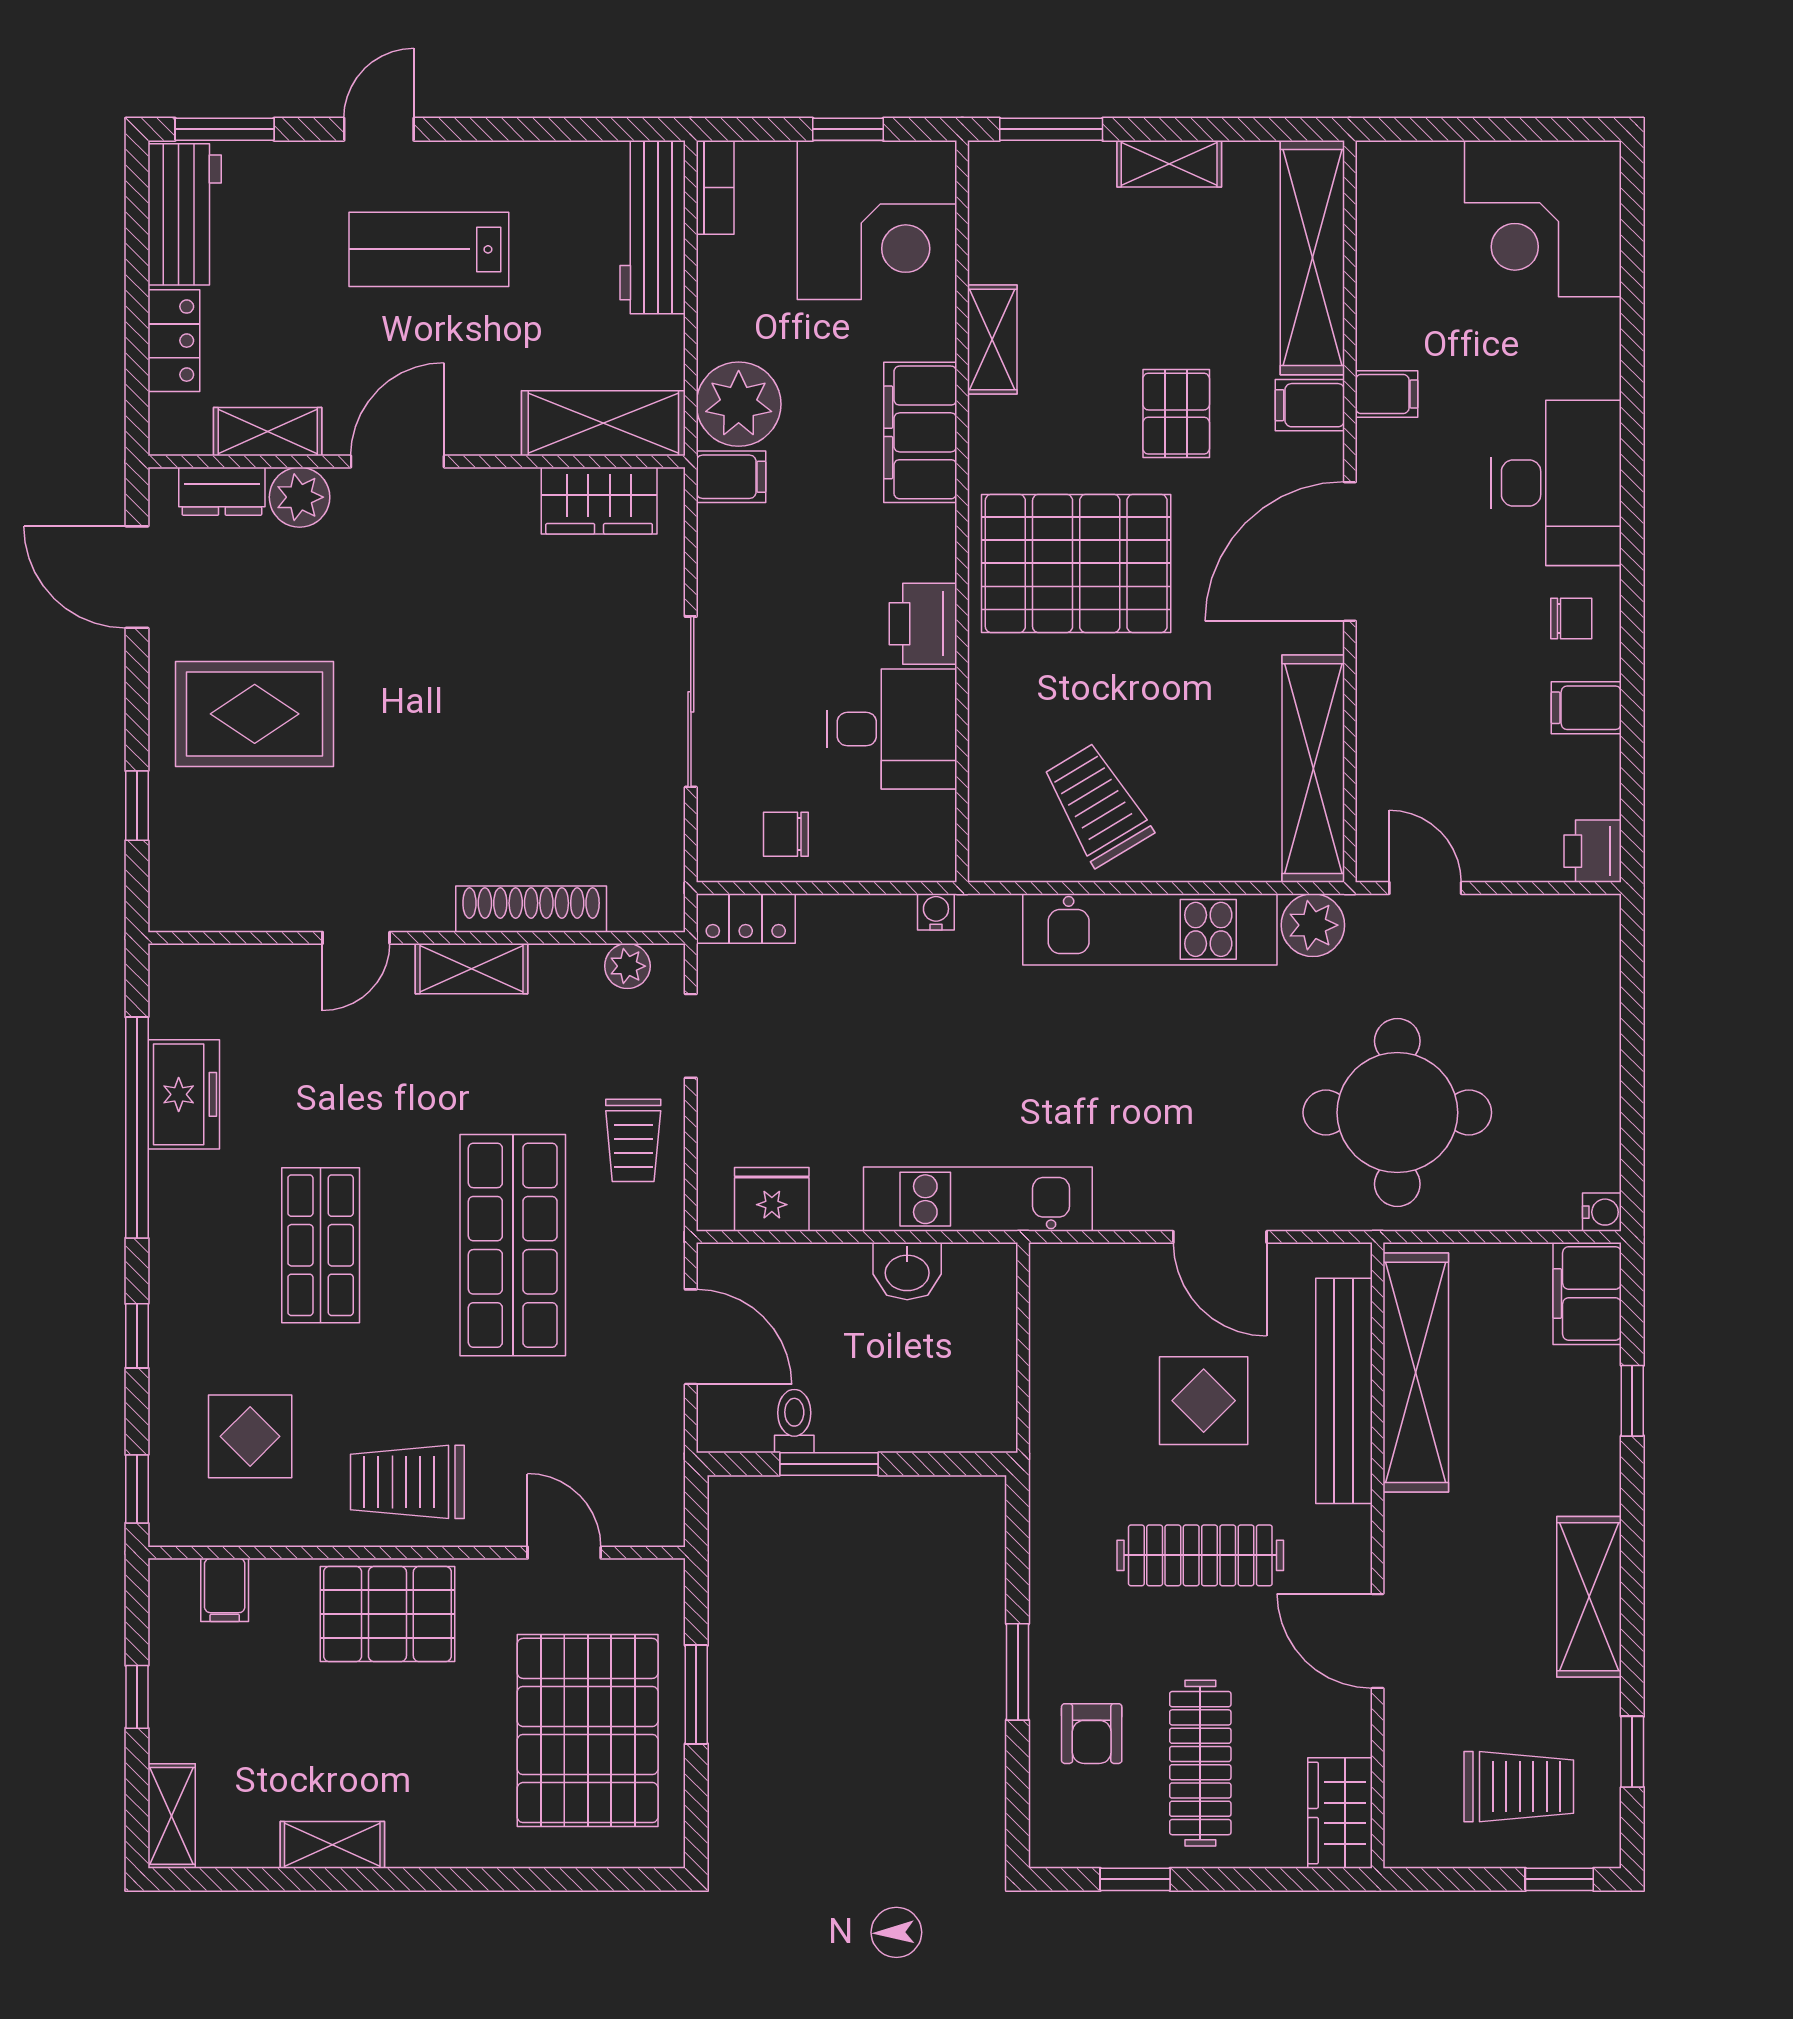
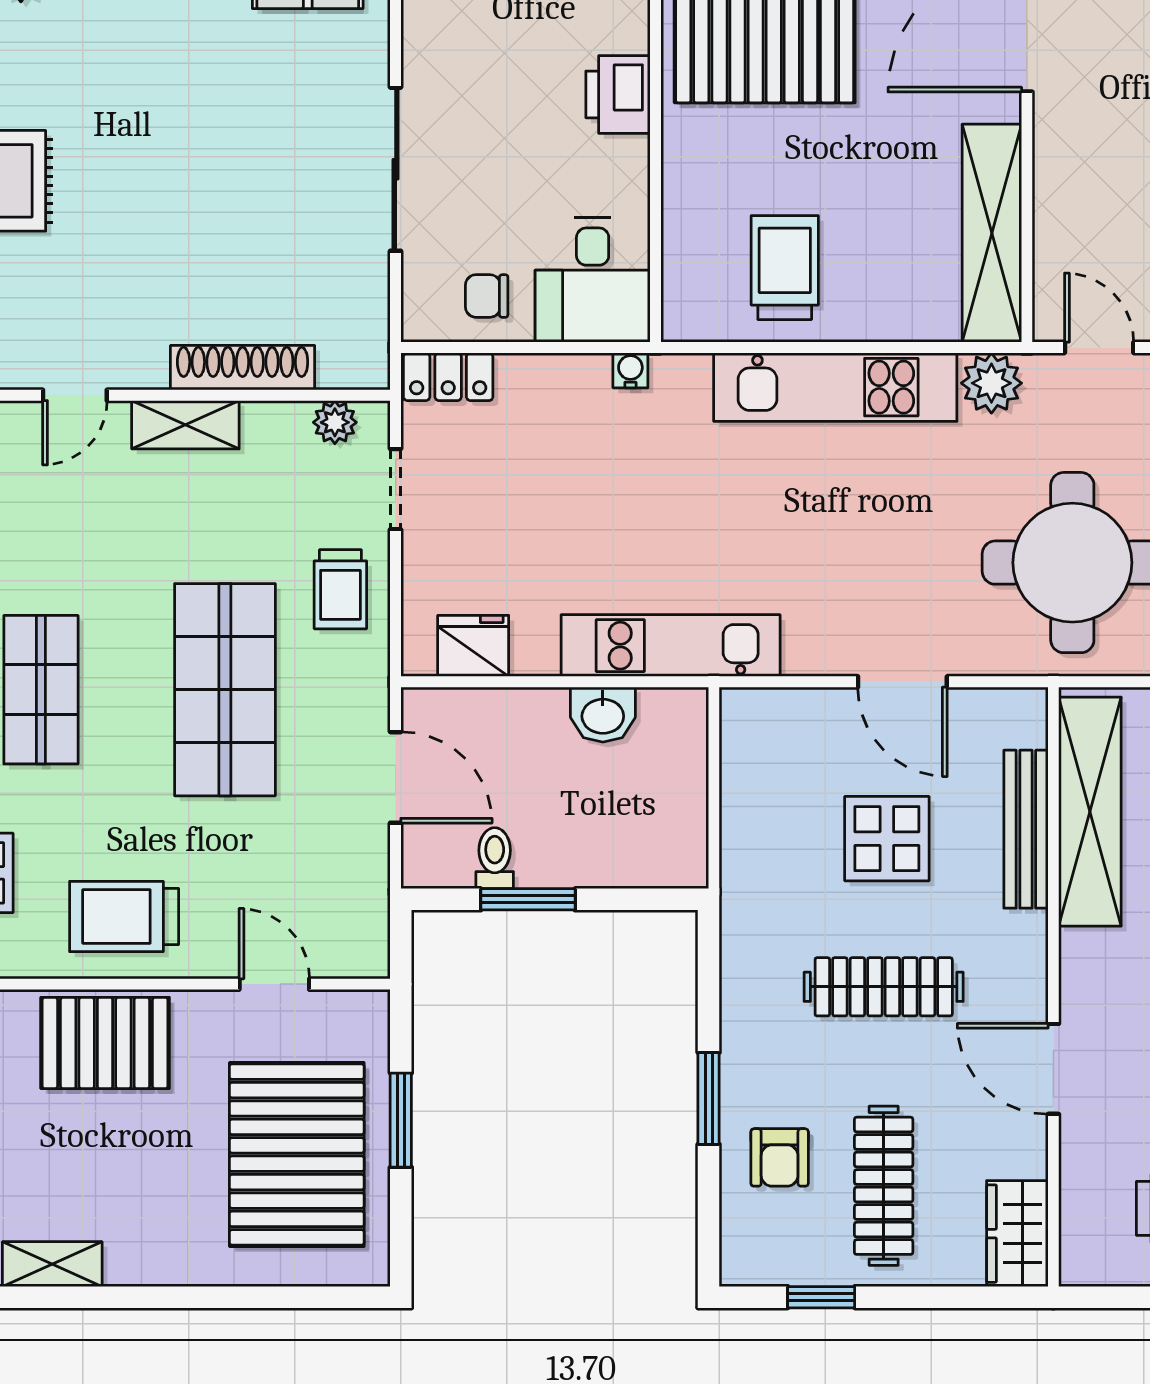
desk: (892, 729) -> (593, 280), moved, turned 90
trolley: (1097, 805) -> (785, 268), turned 31
bench: (1344, 1391) -> (1026, 829), width x0.73, depth x0.82

